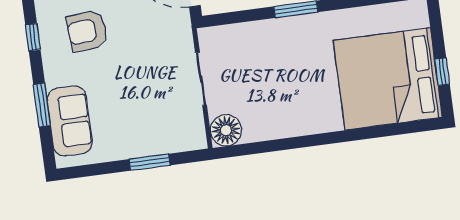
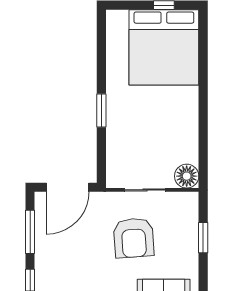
armchair: (87, 31) -> (134, 238), moved, width x1.36, depth x1.36

